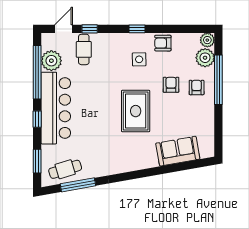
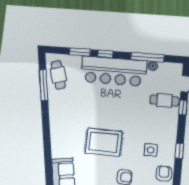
plant: (51, 61) -> (153, 66), width x0.53, depth x0.53
window: (37, 72) -> (147, 57), width x0.68
window: (37, 161) -> (80, 52), moved

